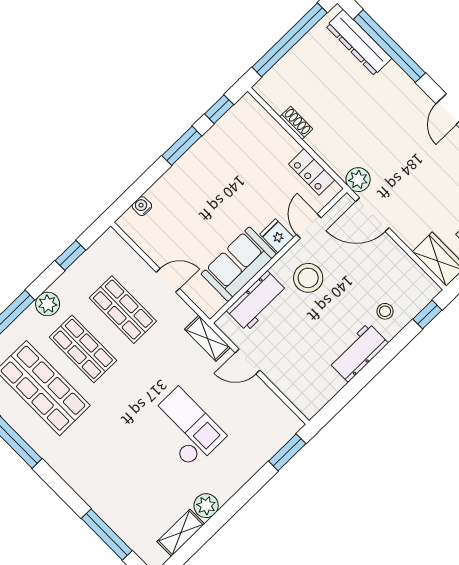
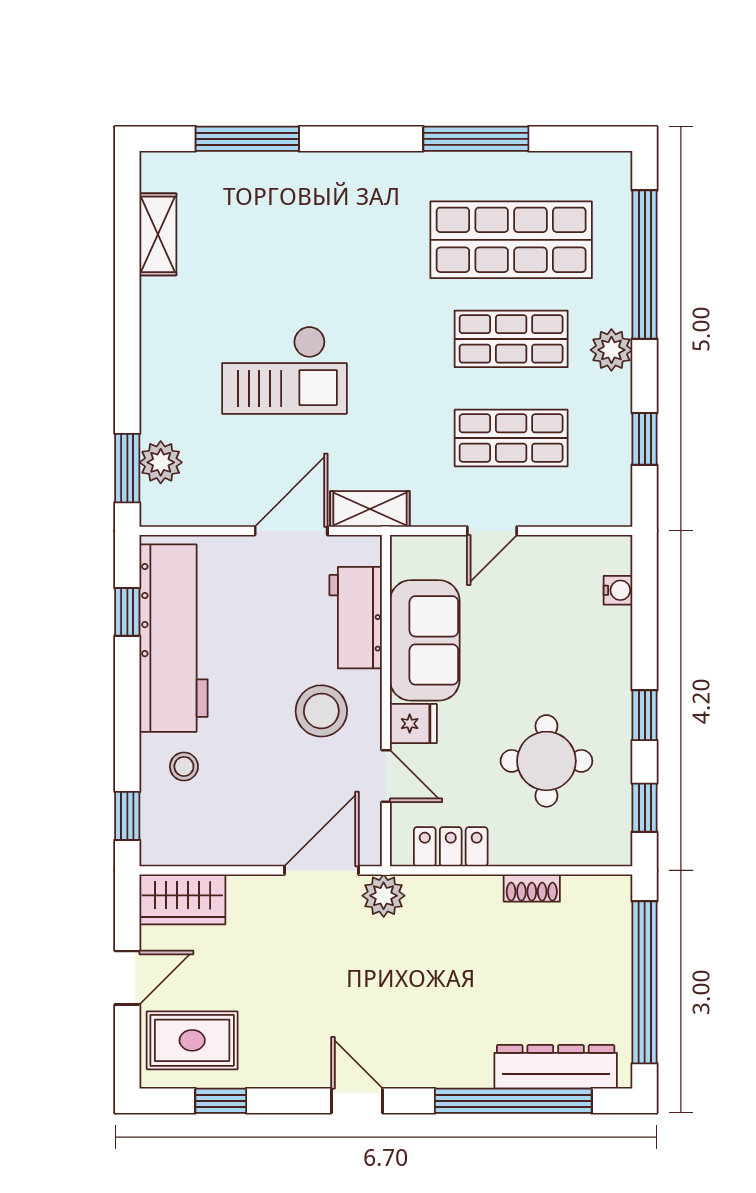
window: (182, 146) -> (645, 715), width x0.67
round table: (239, 167) -> (546, 761), added
workbench: (358, 352) -> (174, 638), width x1.88, depth x1.32
door: (248, 361) -> (291, 531), width x1.38
window: (345, 395) -> (127, 612), added
plant: (206, 506) -> (161, 462), moved

